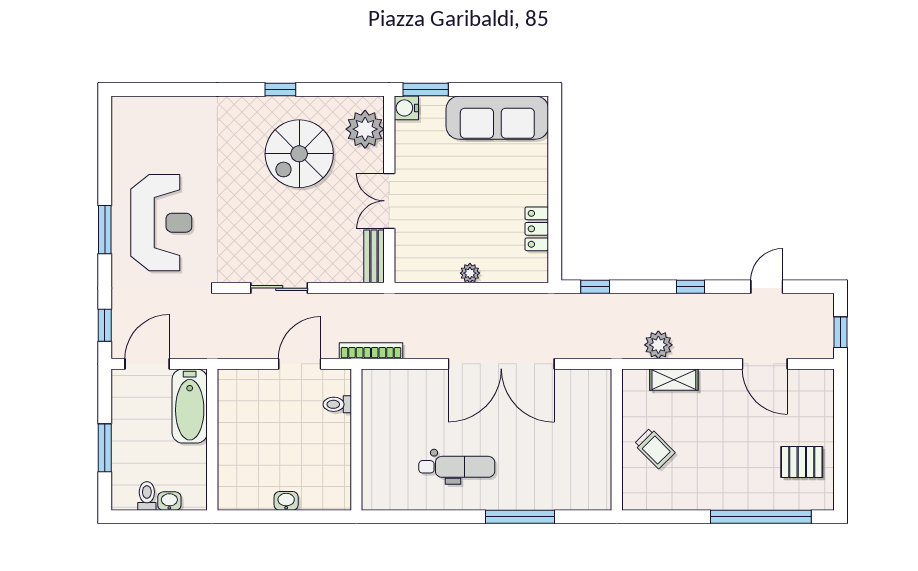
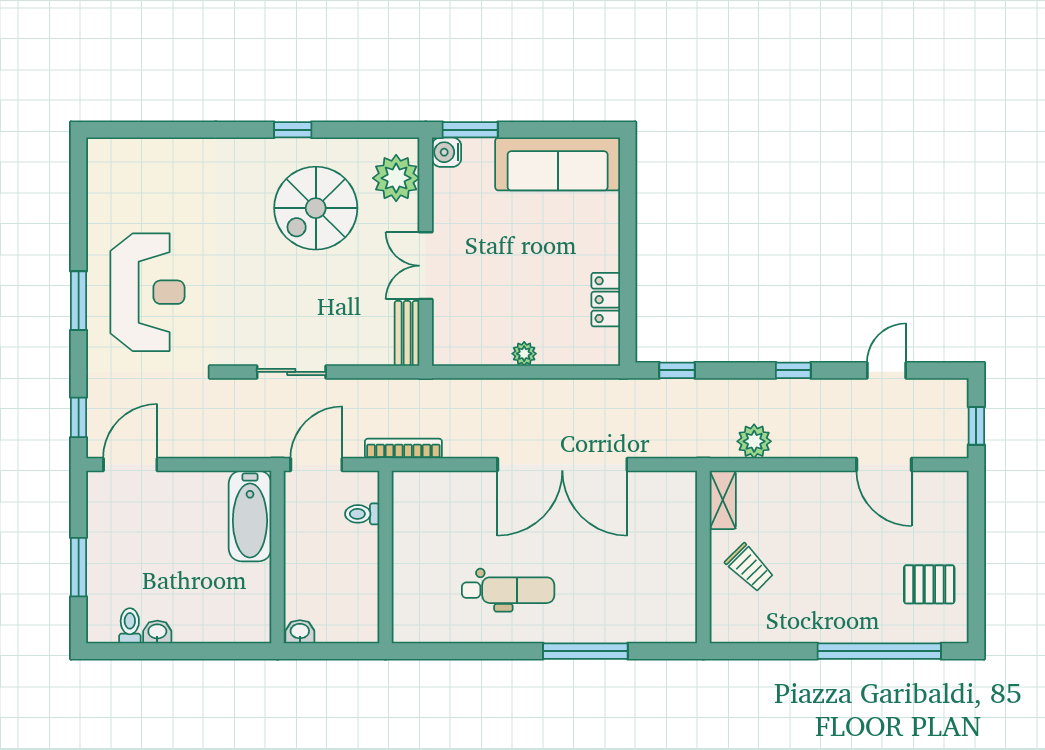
shelving: (674, 380) -> (723, 500), moved, turned 90
bathtub: (190, 406) -> (250, 516), moved
wall: (212, 440) -> (278, 557), moved

